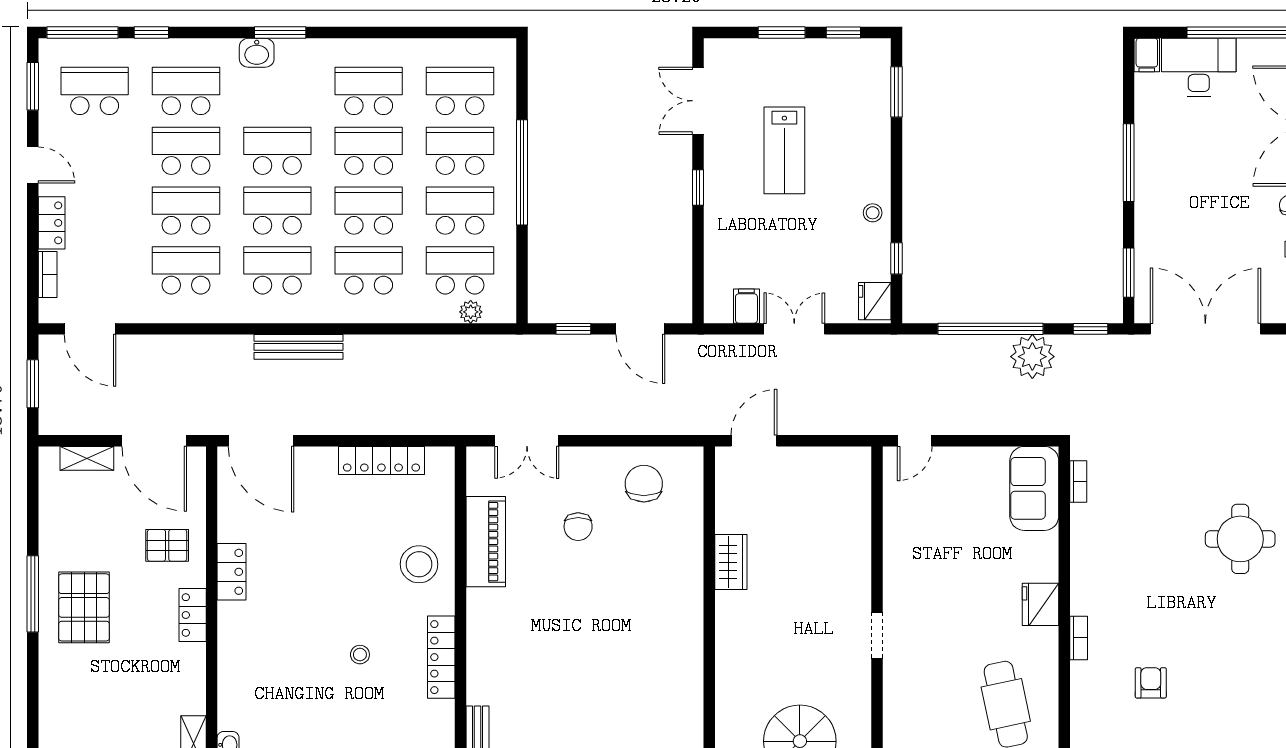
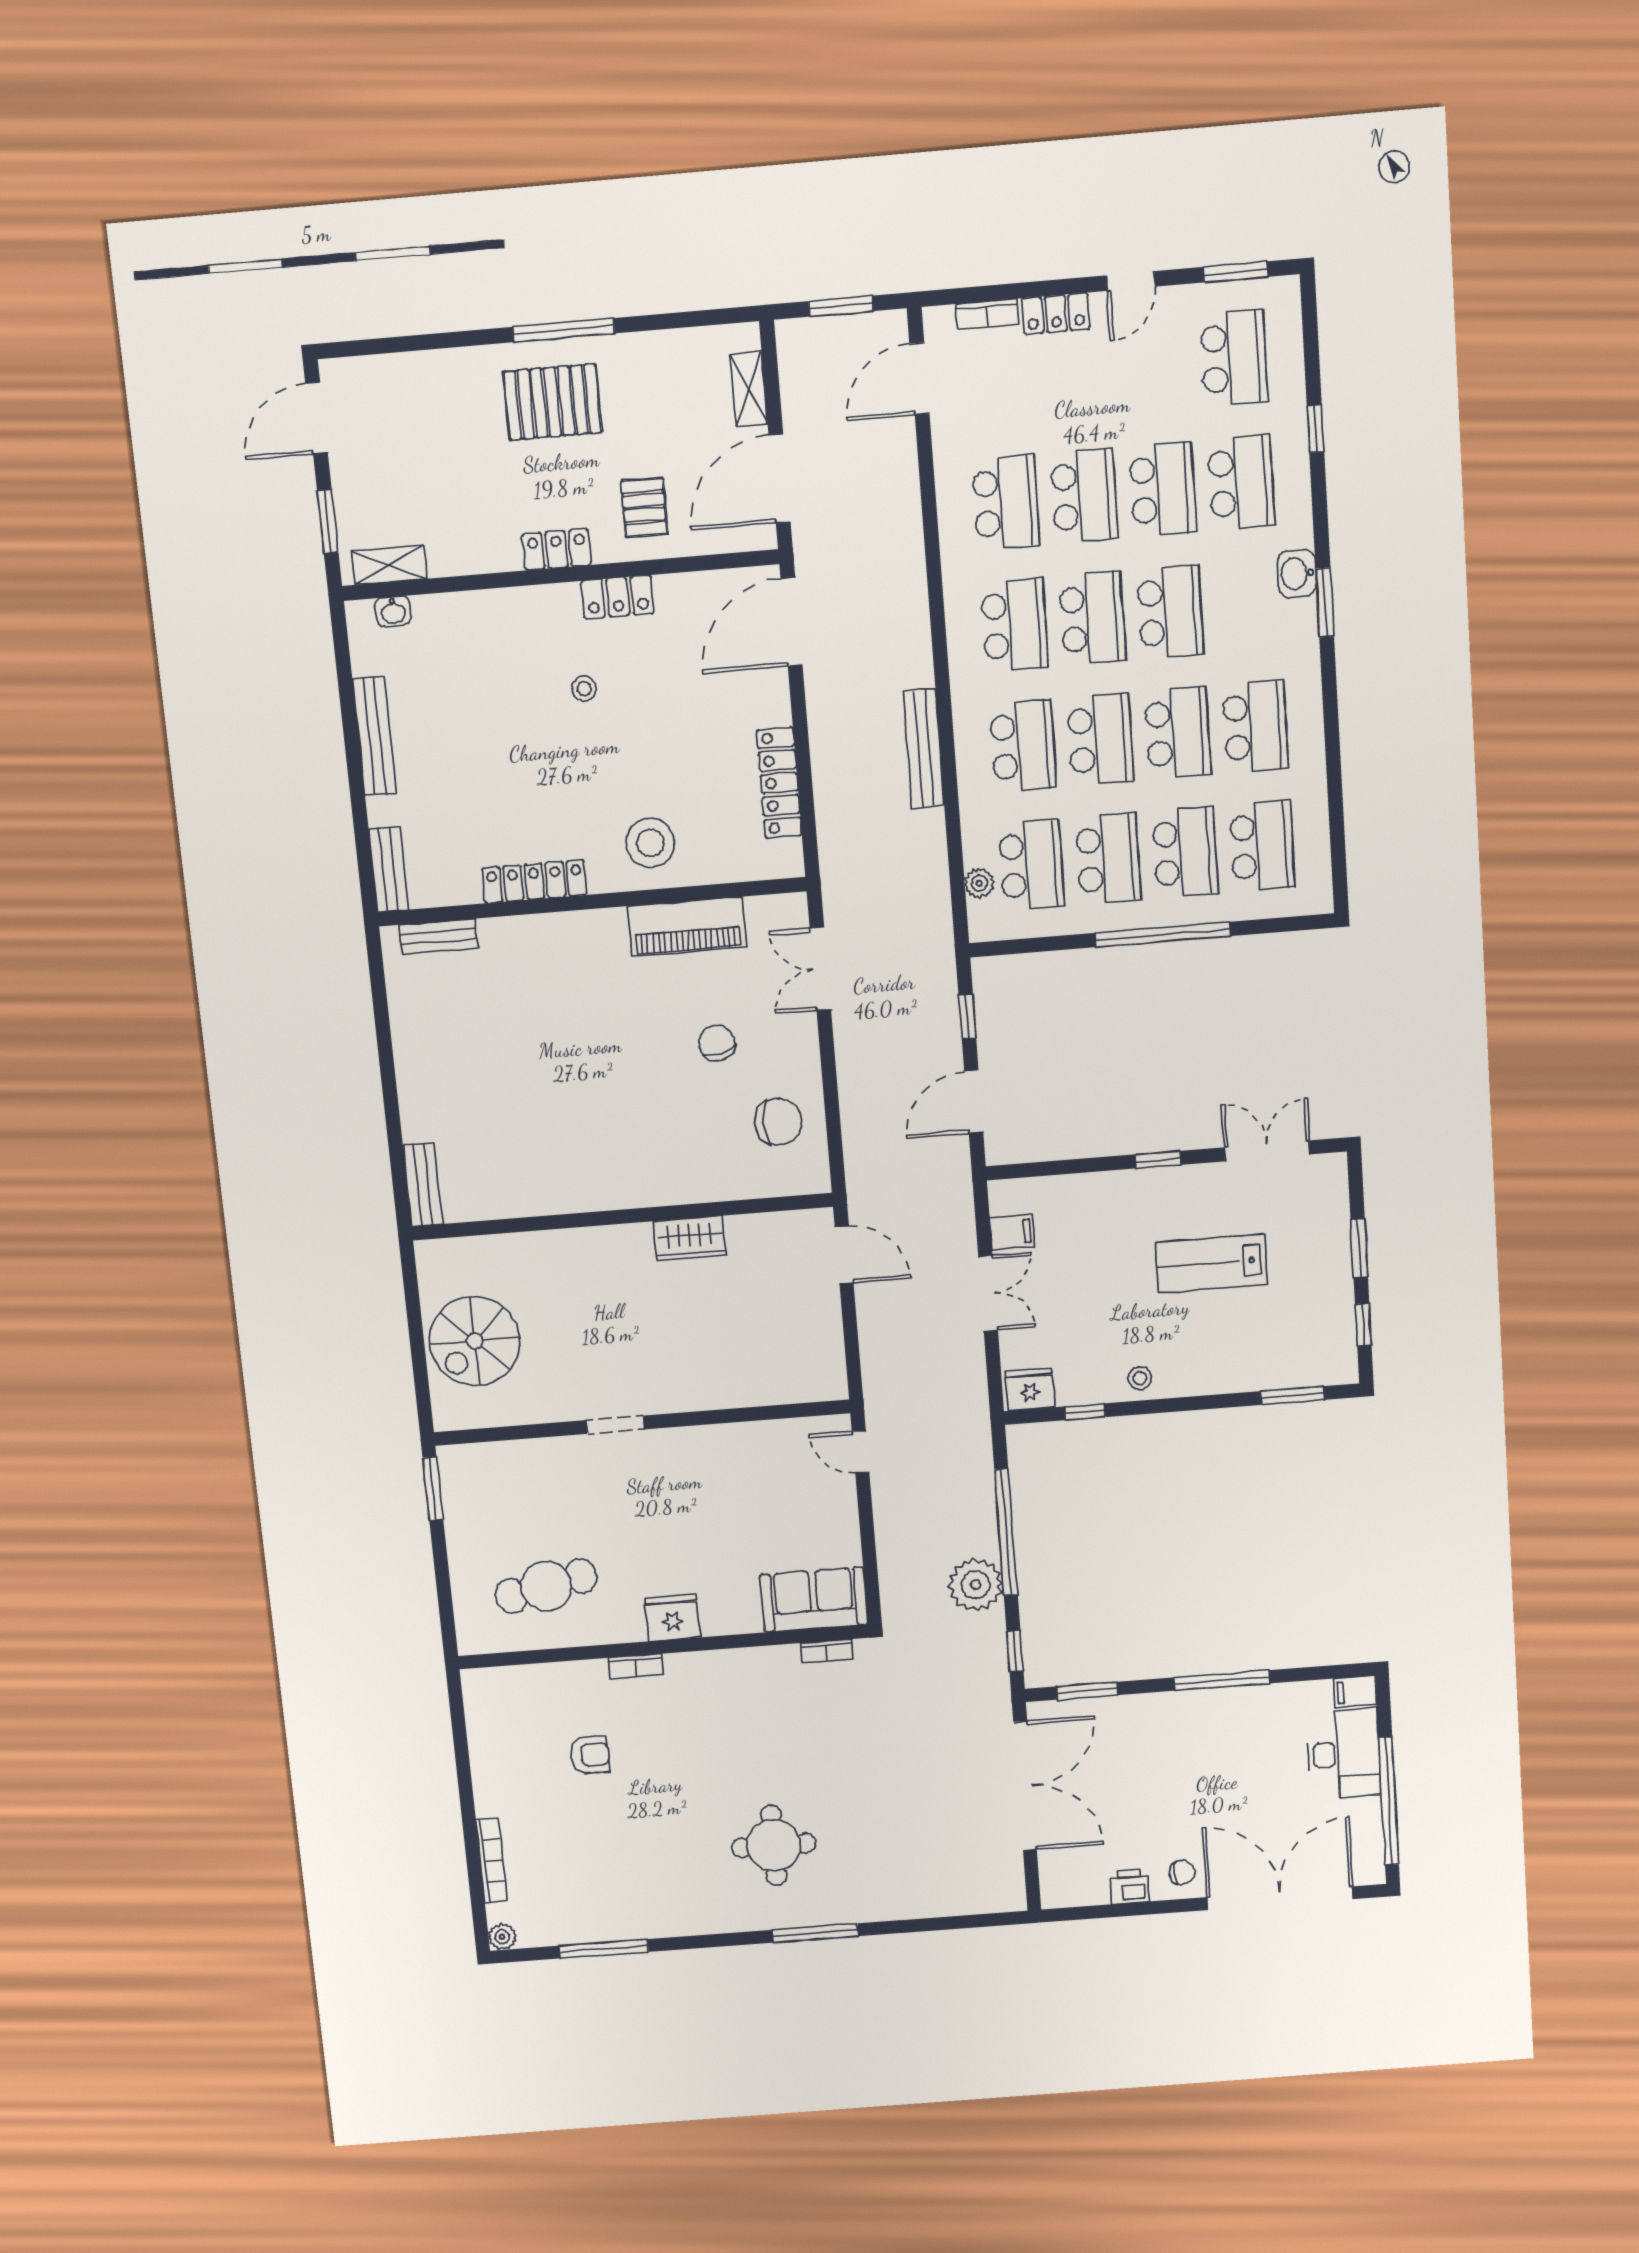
window: (83, 33) -> (1311, 335), removed
bench: (299, 347) -> (924, 748), moved
chair: (578, 527) -> (717, 1043), turned 77
stool: (360, 655) -> (584, 689), moved

